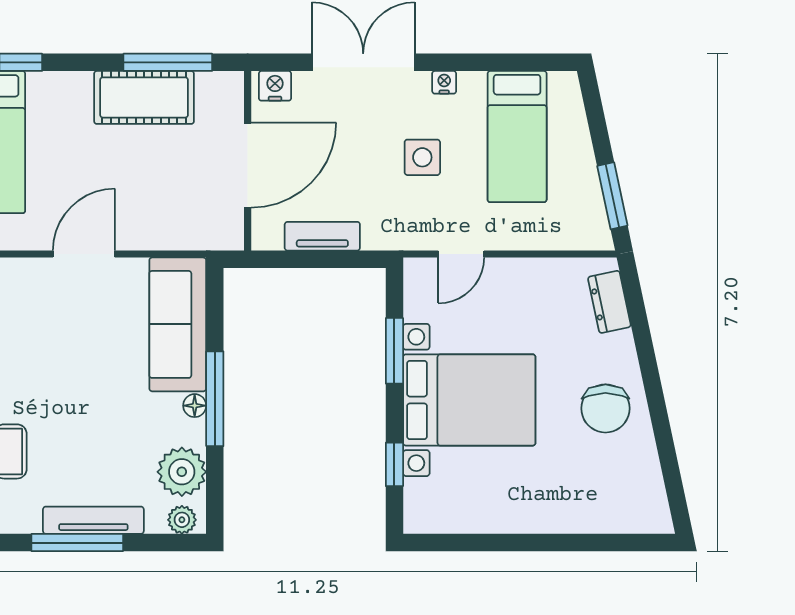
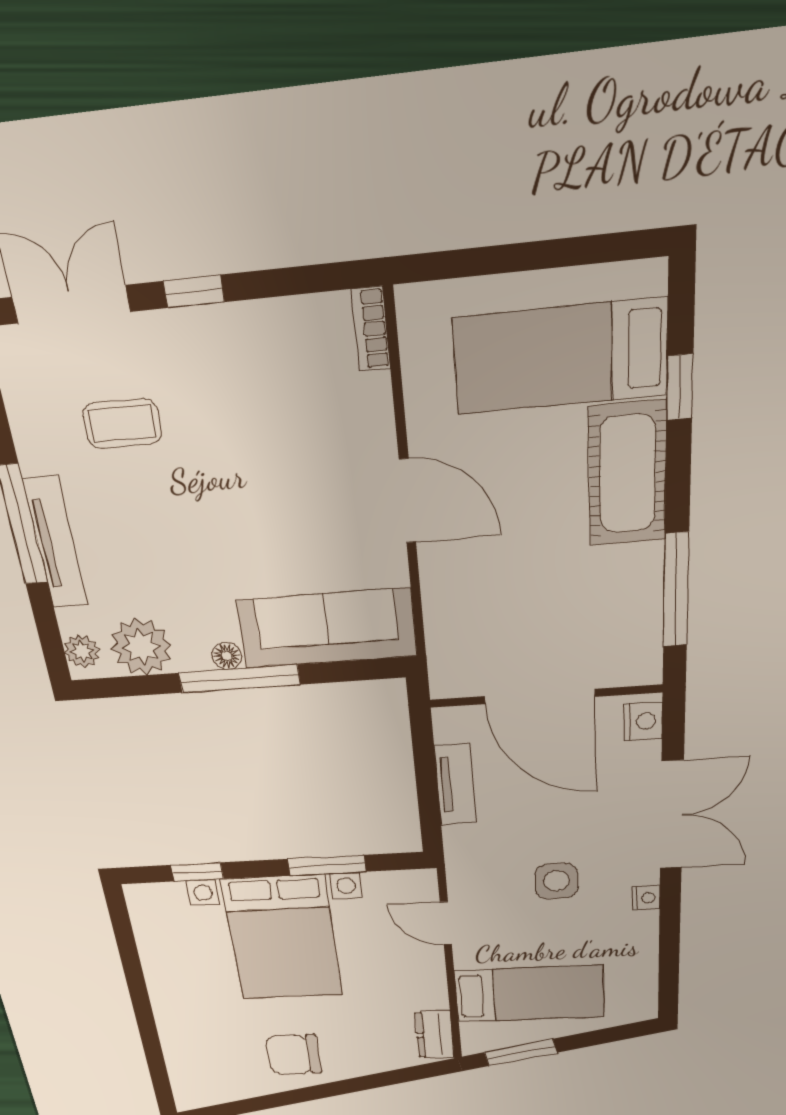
cot: (144, 97) -> (627, 474), moved
bed: (517, 137) -> (529, 994), moved, turned 180
dresser: (609, 302) -> (435, 1035), moved, turned -78

